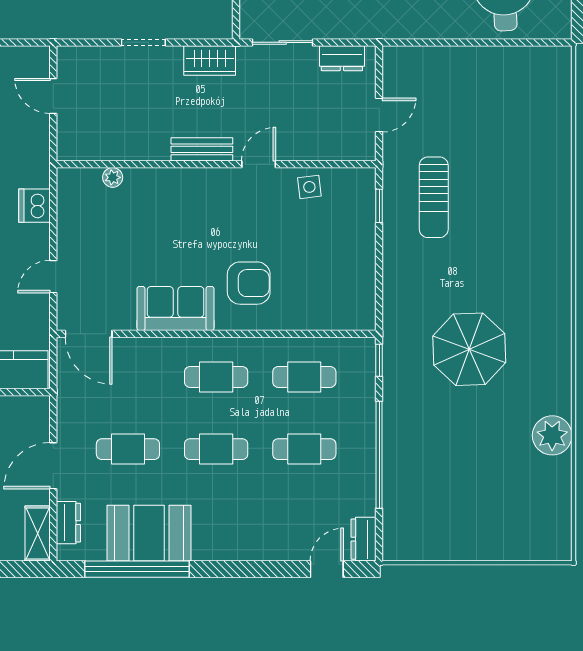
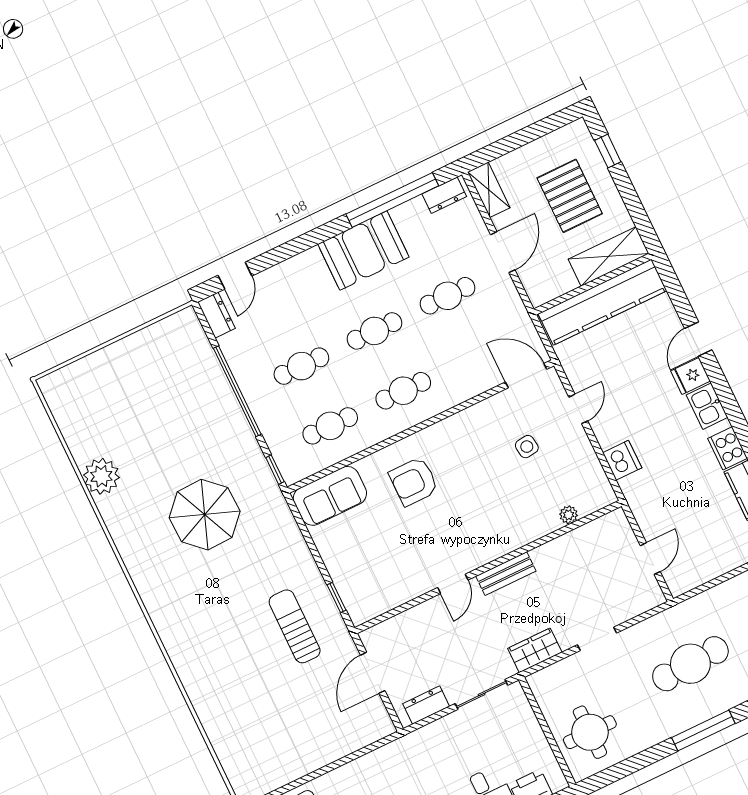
door: (53, 96) -> (650, 559), hinge flipped
door: (379, 115) -> (373, 673), width x1.38
side table: (309, 187) -> (527, 447), moved
sofa: (176, 309) -> (330, 496), moved
dresser: (68, 523) -> (444, 195), moved, turned -90
booth: (149, 533) -> (363, 251), moved

